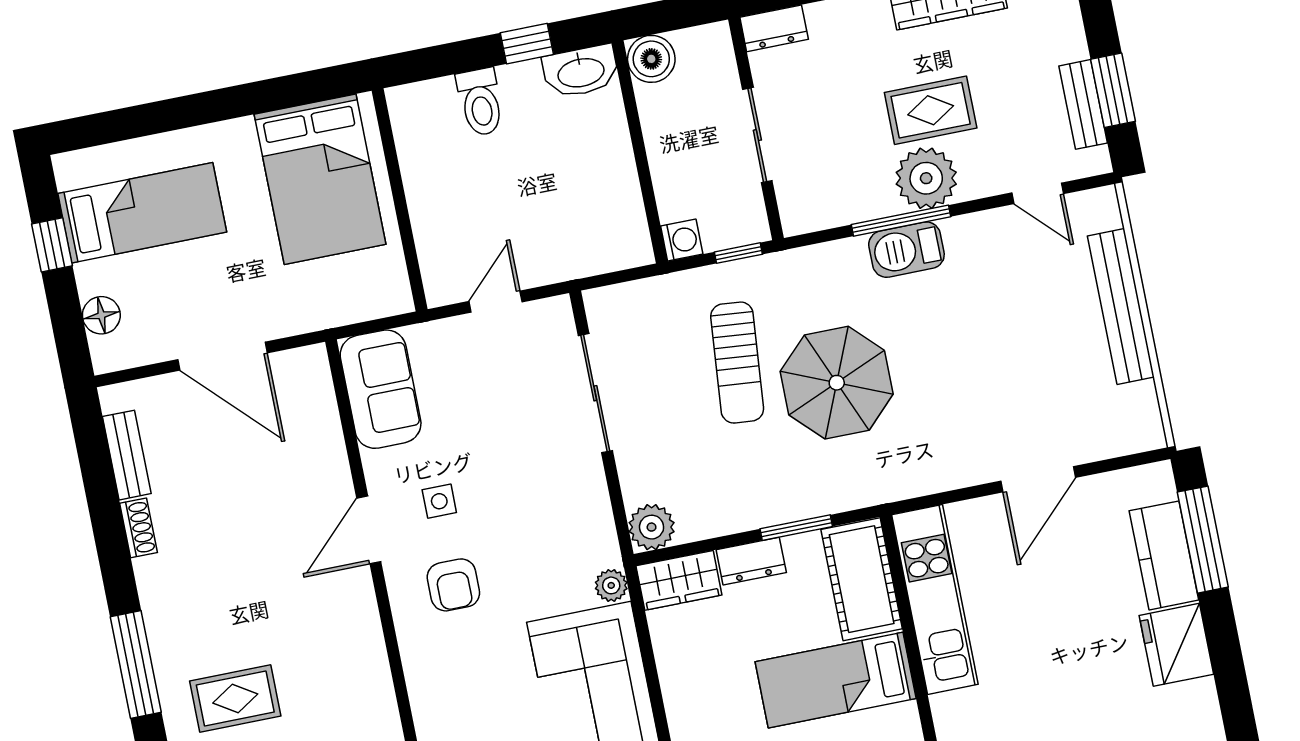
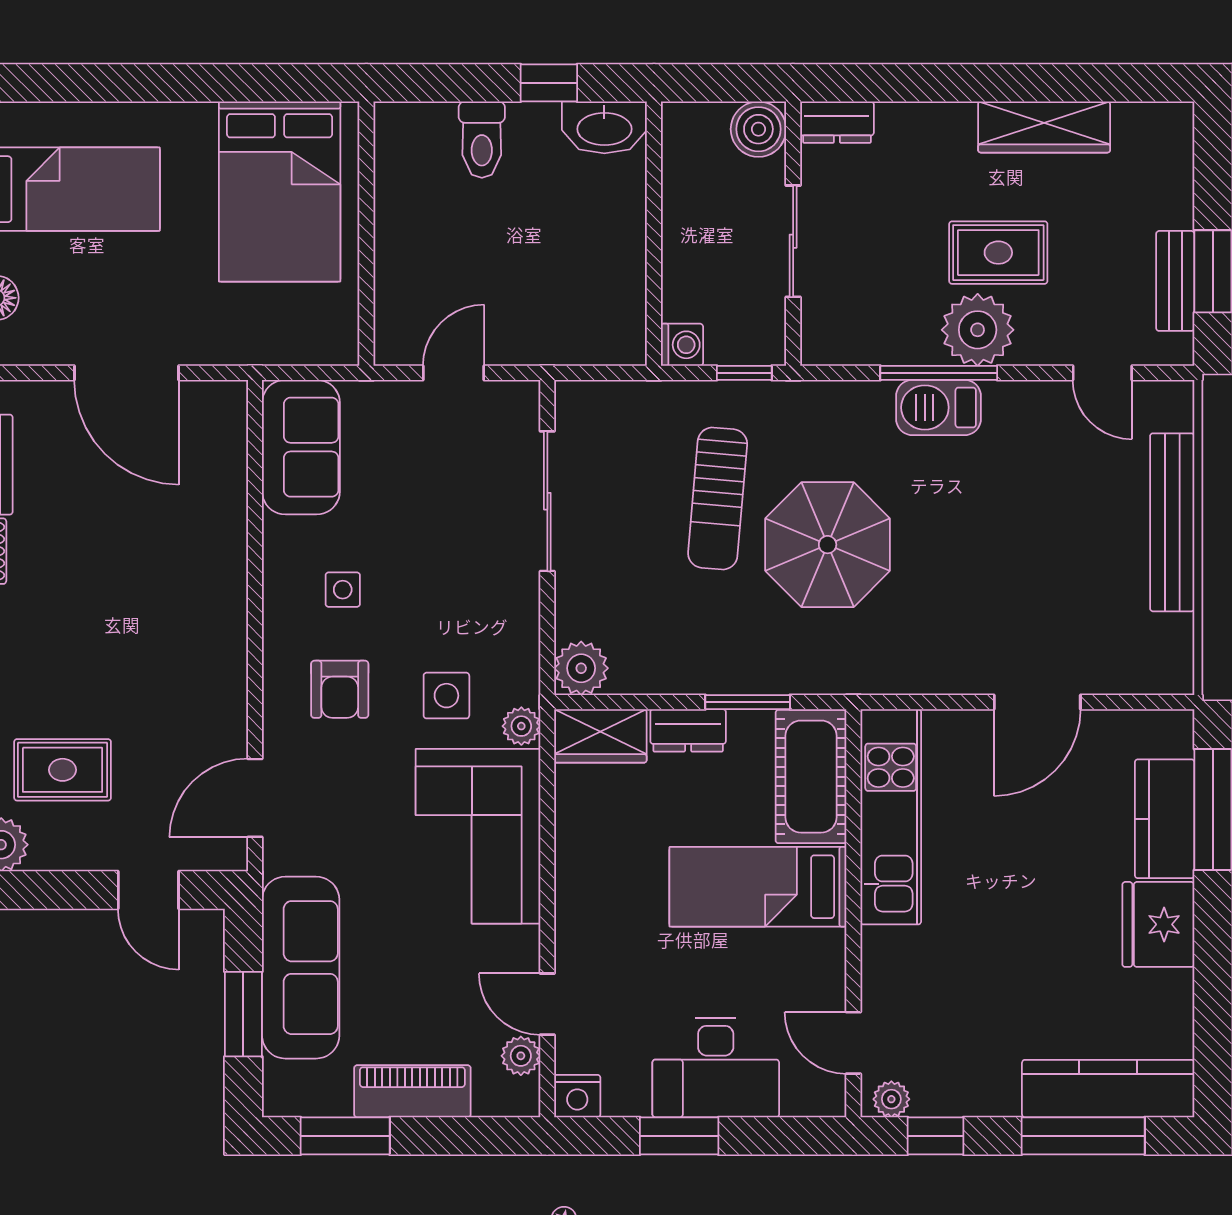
boiler: (651, 59) -> (758, 129), moved
door: (369, 530) -> (255, 798), moved
side table: (544, 572) -> (446, 696), added

